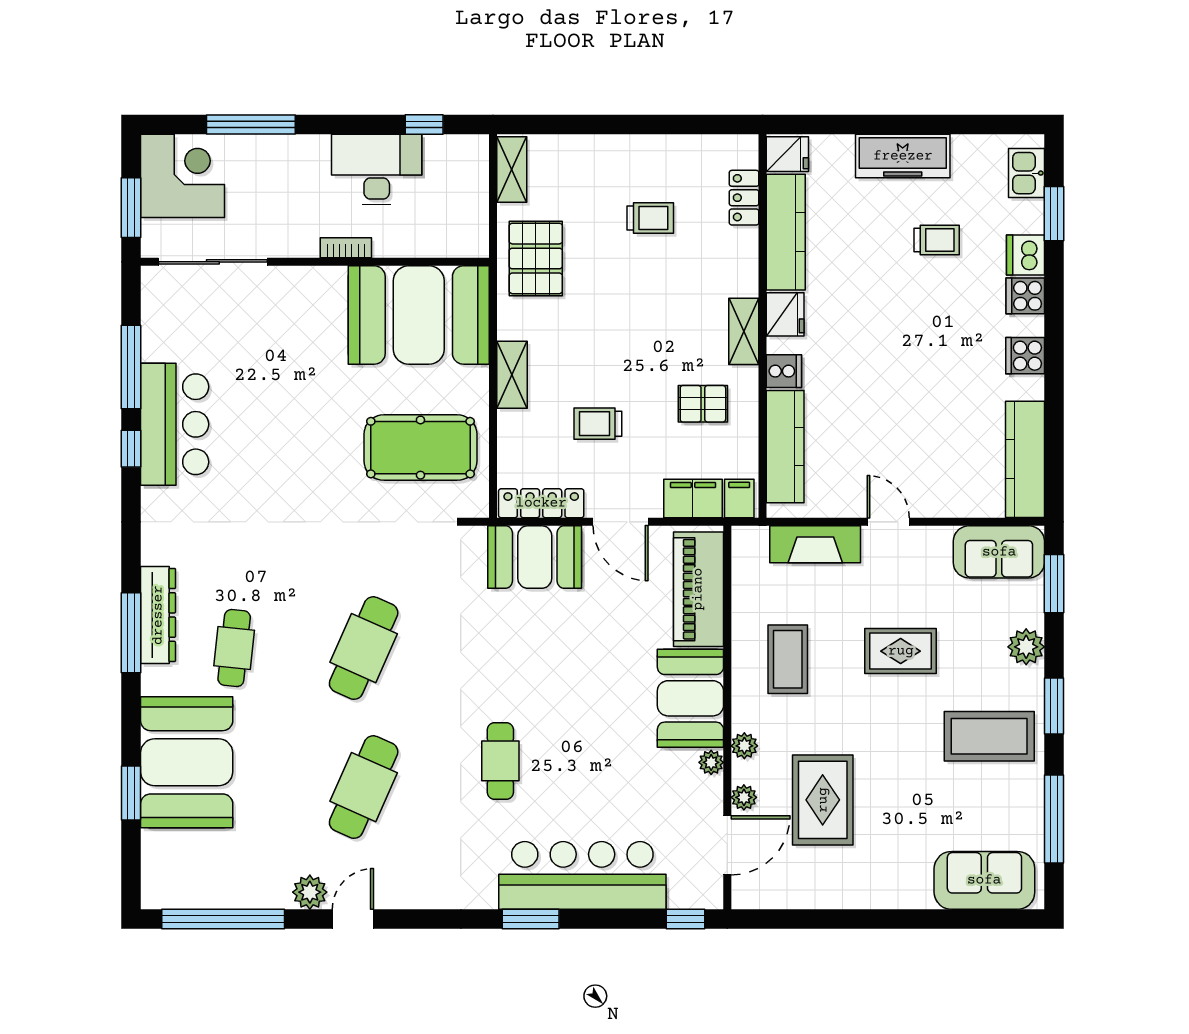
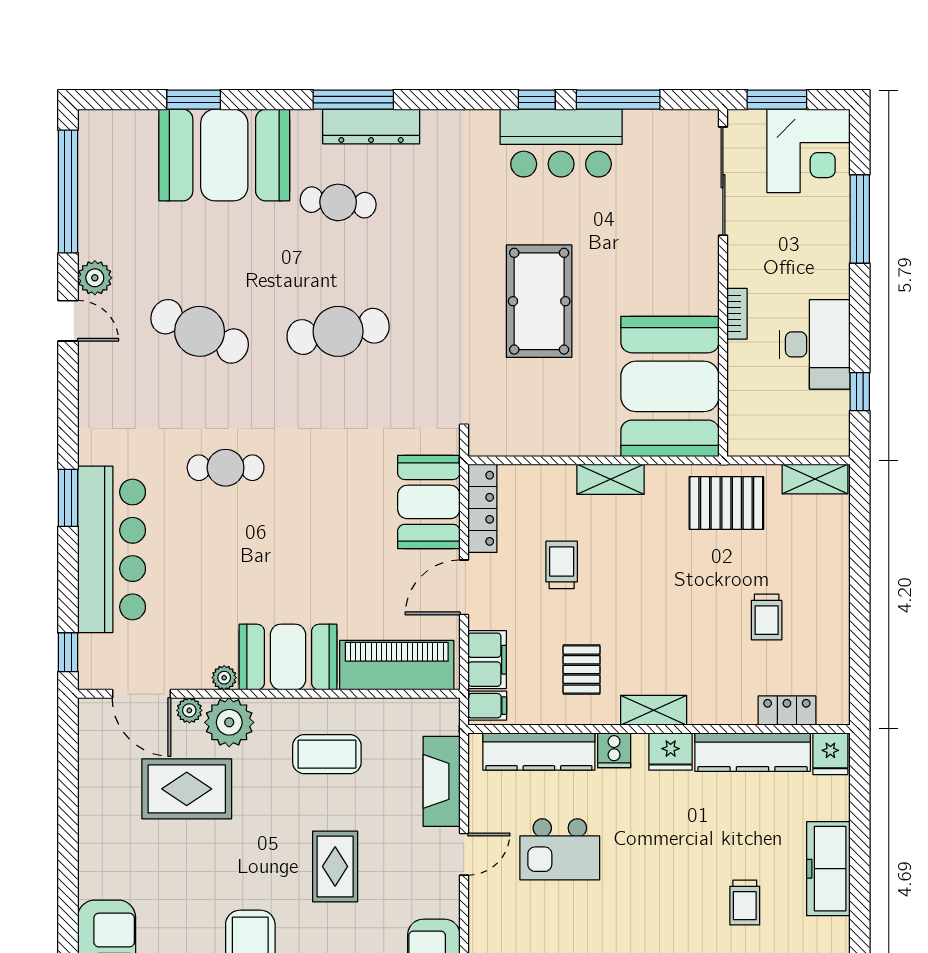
kitchen island: (883, 426) -> (560, 849), added
pool table: (420, 448) -> (539, 301), moved
cafe table: (364, 648) -> (338, 331), turned -33
plant: (744, 746) -> (229, 722), width x1.87, depth x1.87

